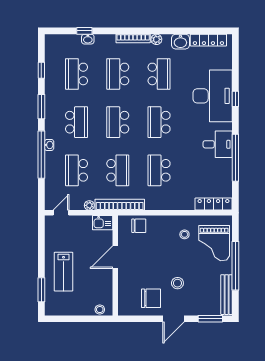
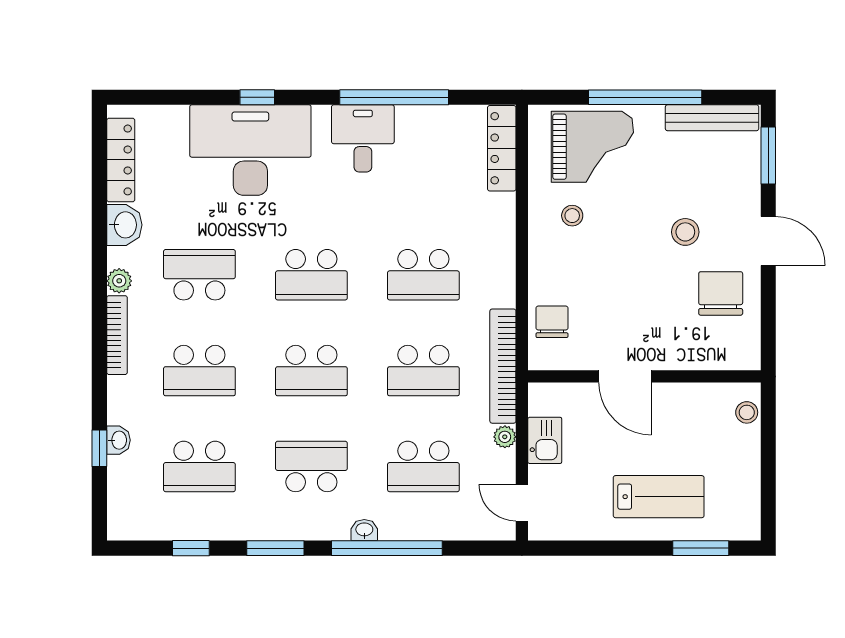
school desk: (118, 170) -> (423, 371), turned 180
kitchen sink: (103, 223) -> (545, 440), moved

